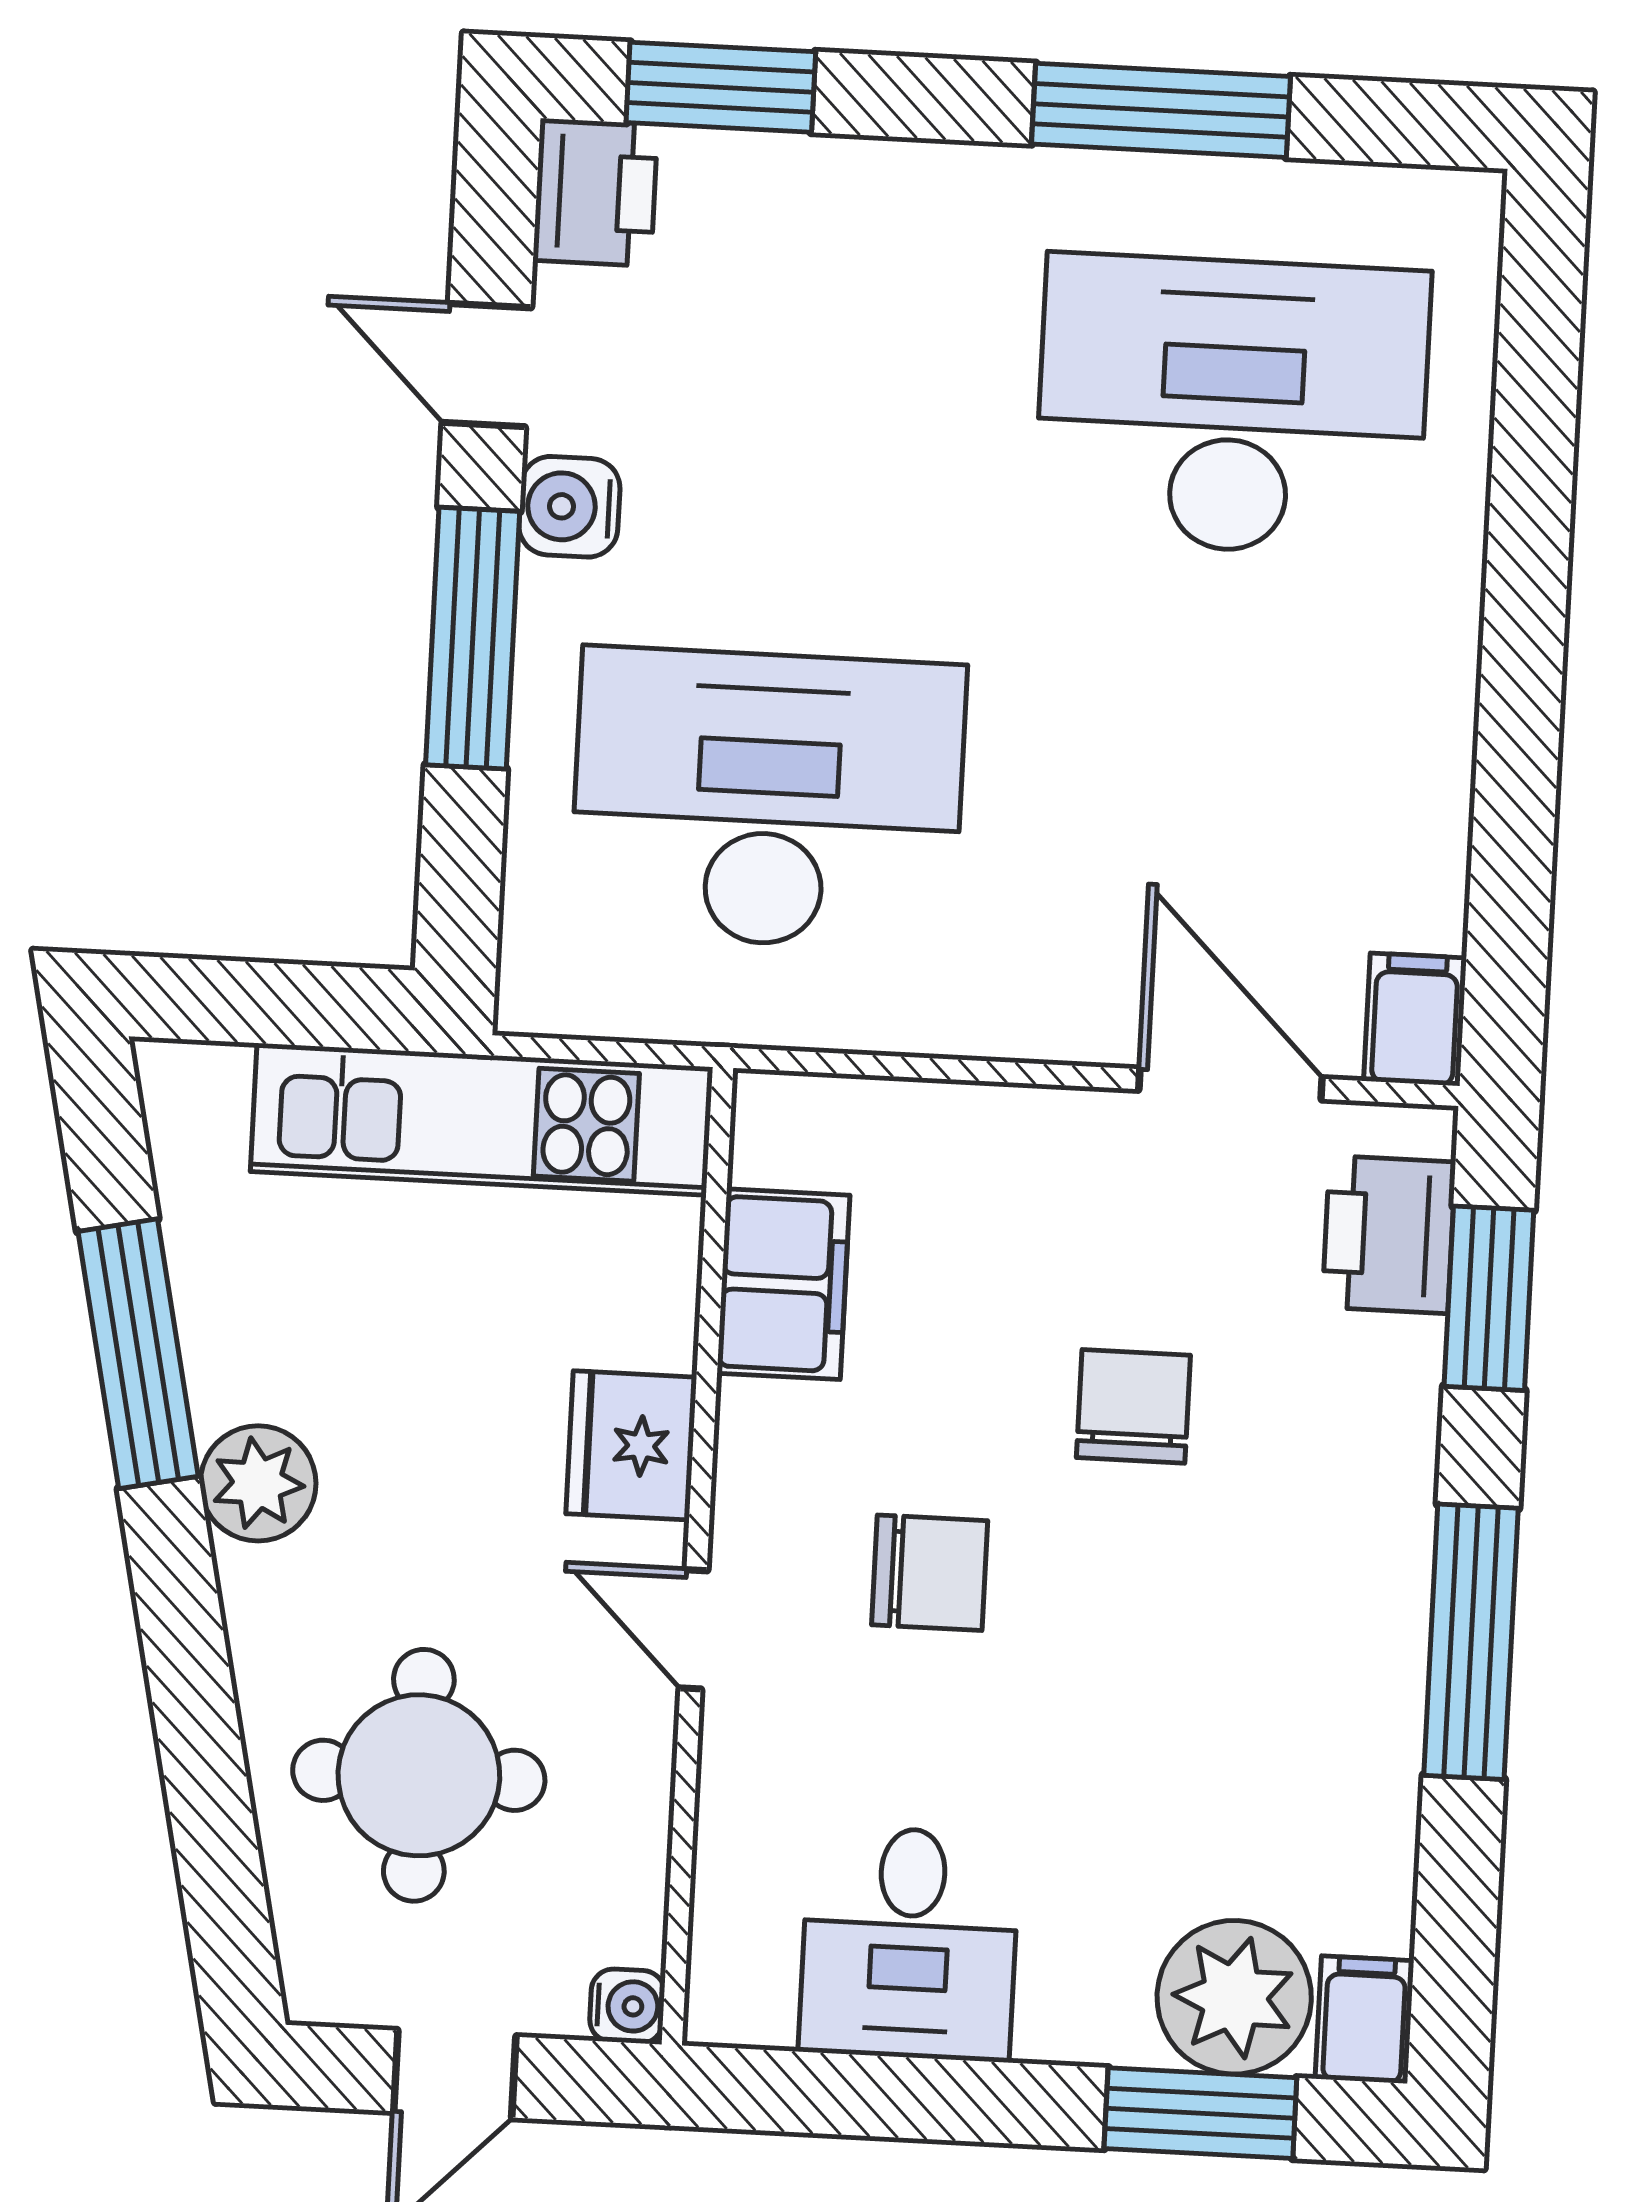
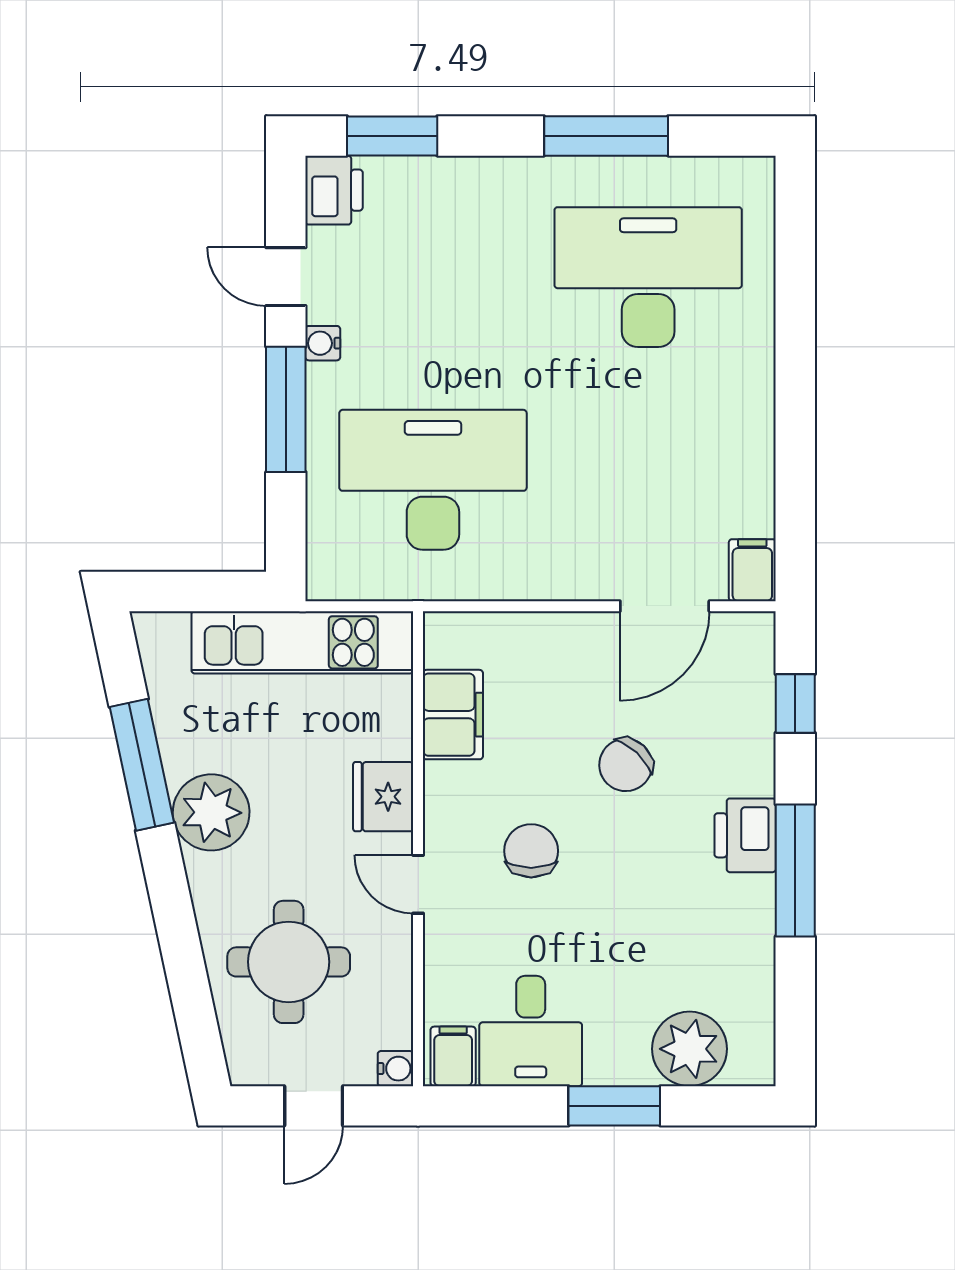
water cooler: (569, 507) -> (323, 343), width x0.72, depth x0.72
door: (1231, 1084) -> (665, 606), swing flipped
printer: (1389, 1235) -> (745, 835), moved
window: (1489, 1298) -> (795, 703), width x0.67
chair: (1133, 1406) -> (626, 765), turned -137
plant: (258, 1483) -> (211, 812), width x1.36, depth x1.36
chair: (930, 1573) -> (531, 851), turned -90
filing cabinet: (1364, 2020) -> (453, 1056), moved
window: (1200, 2113) -> (614, 1106), moved

